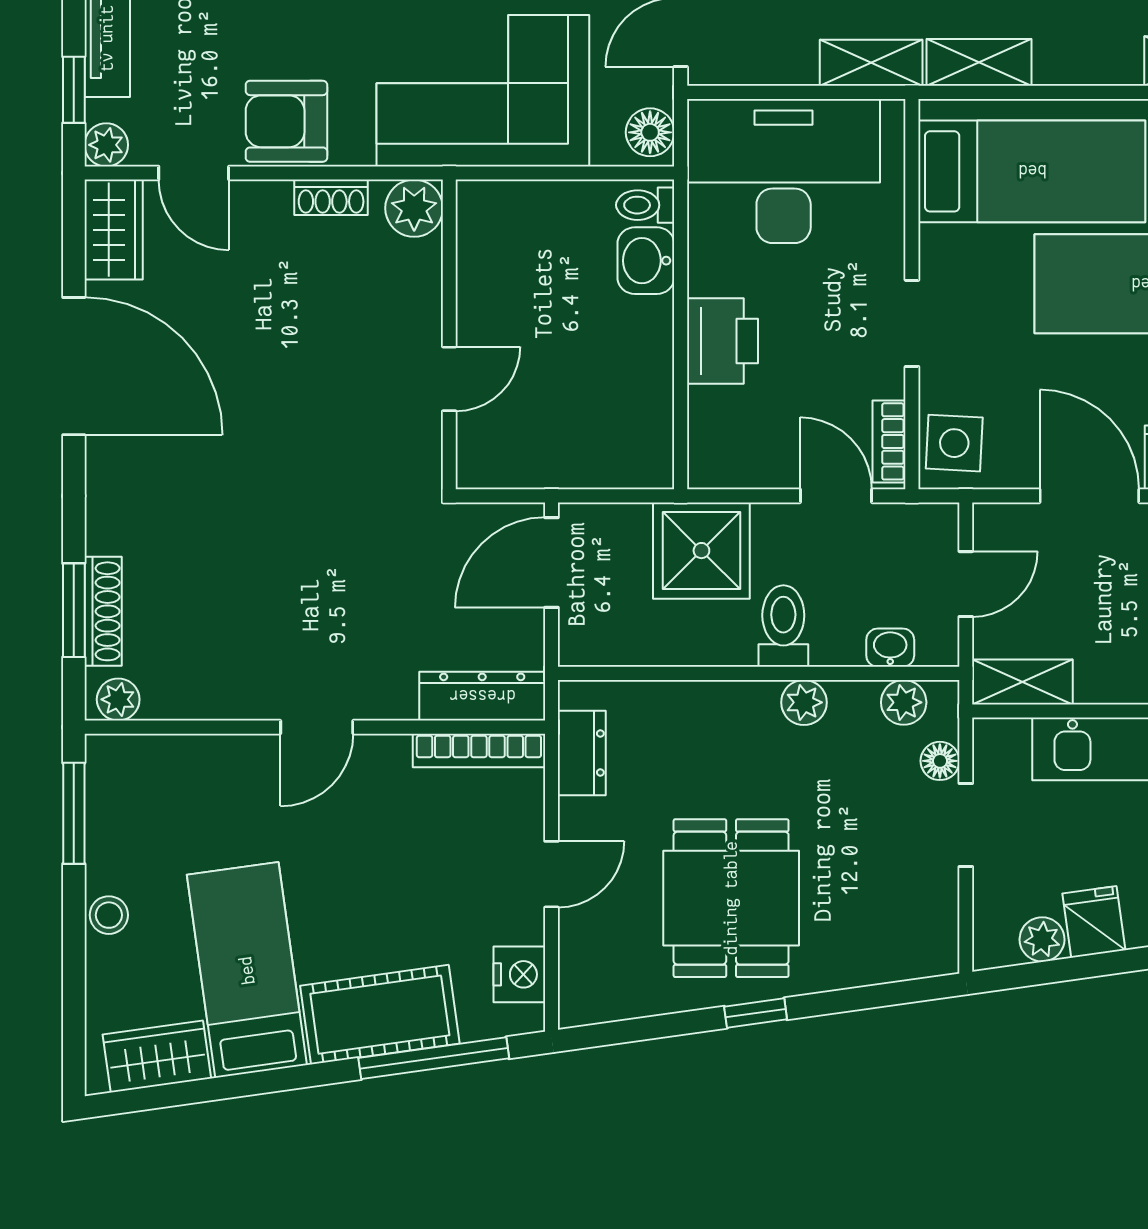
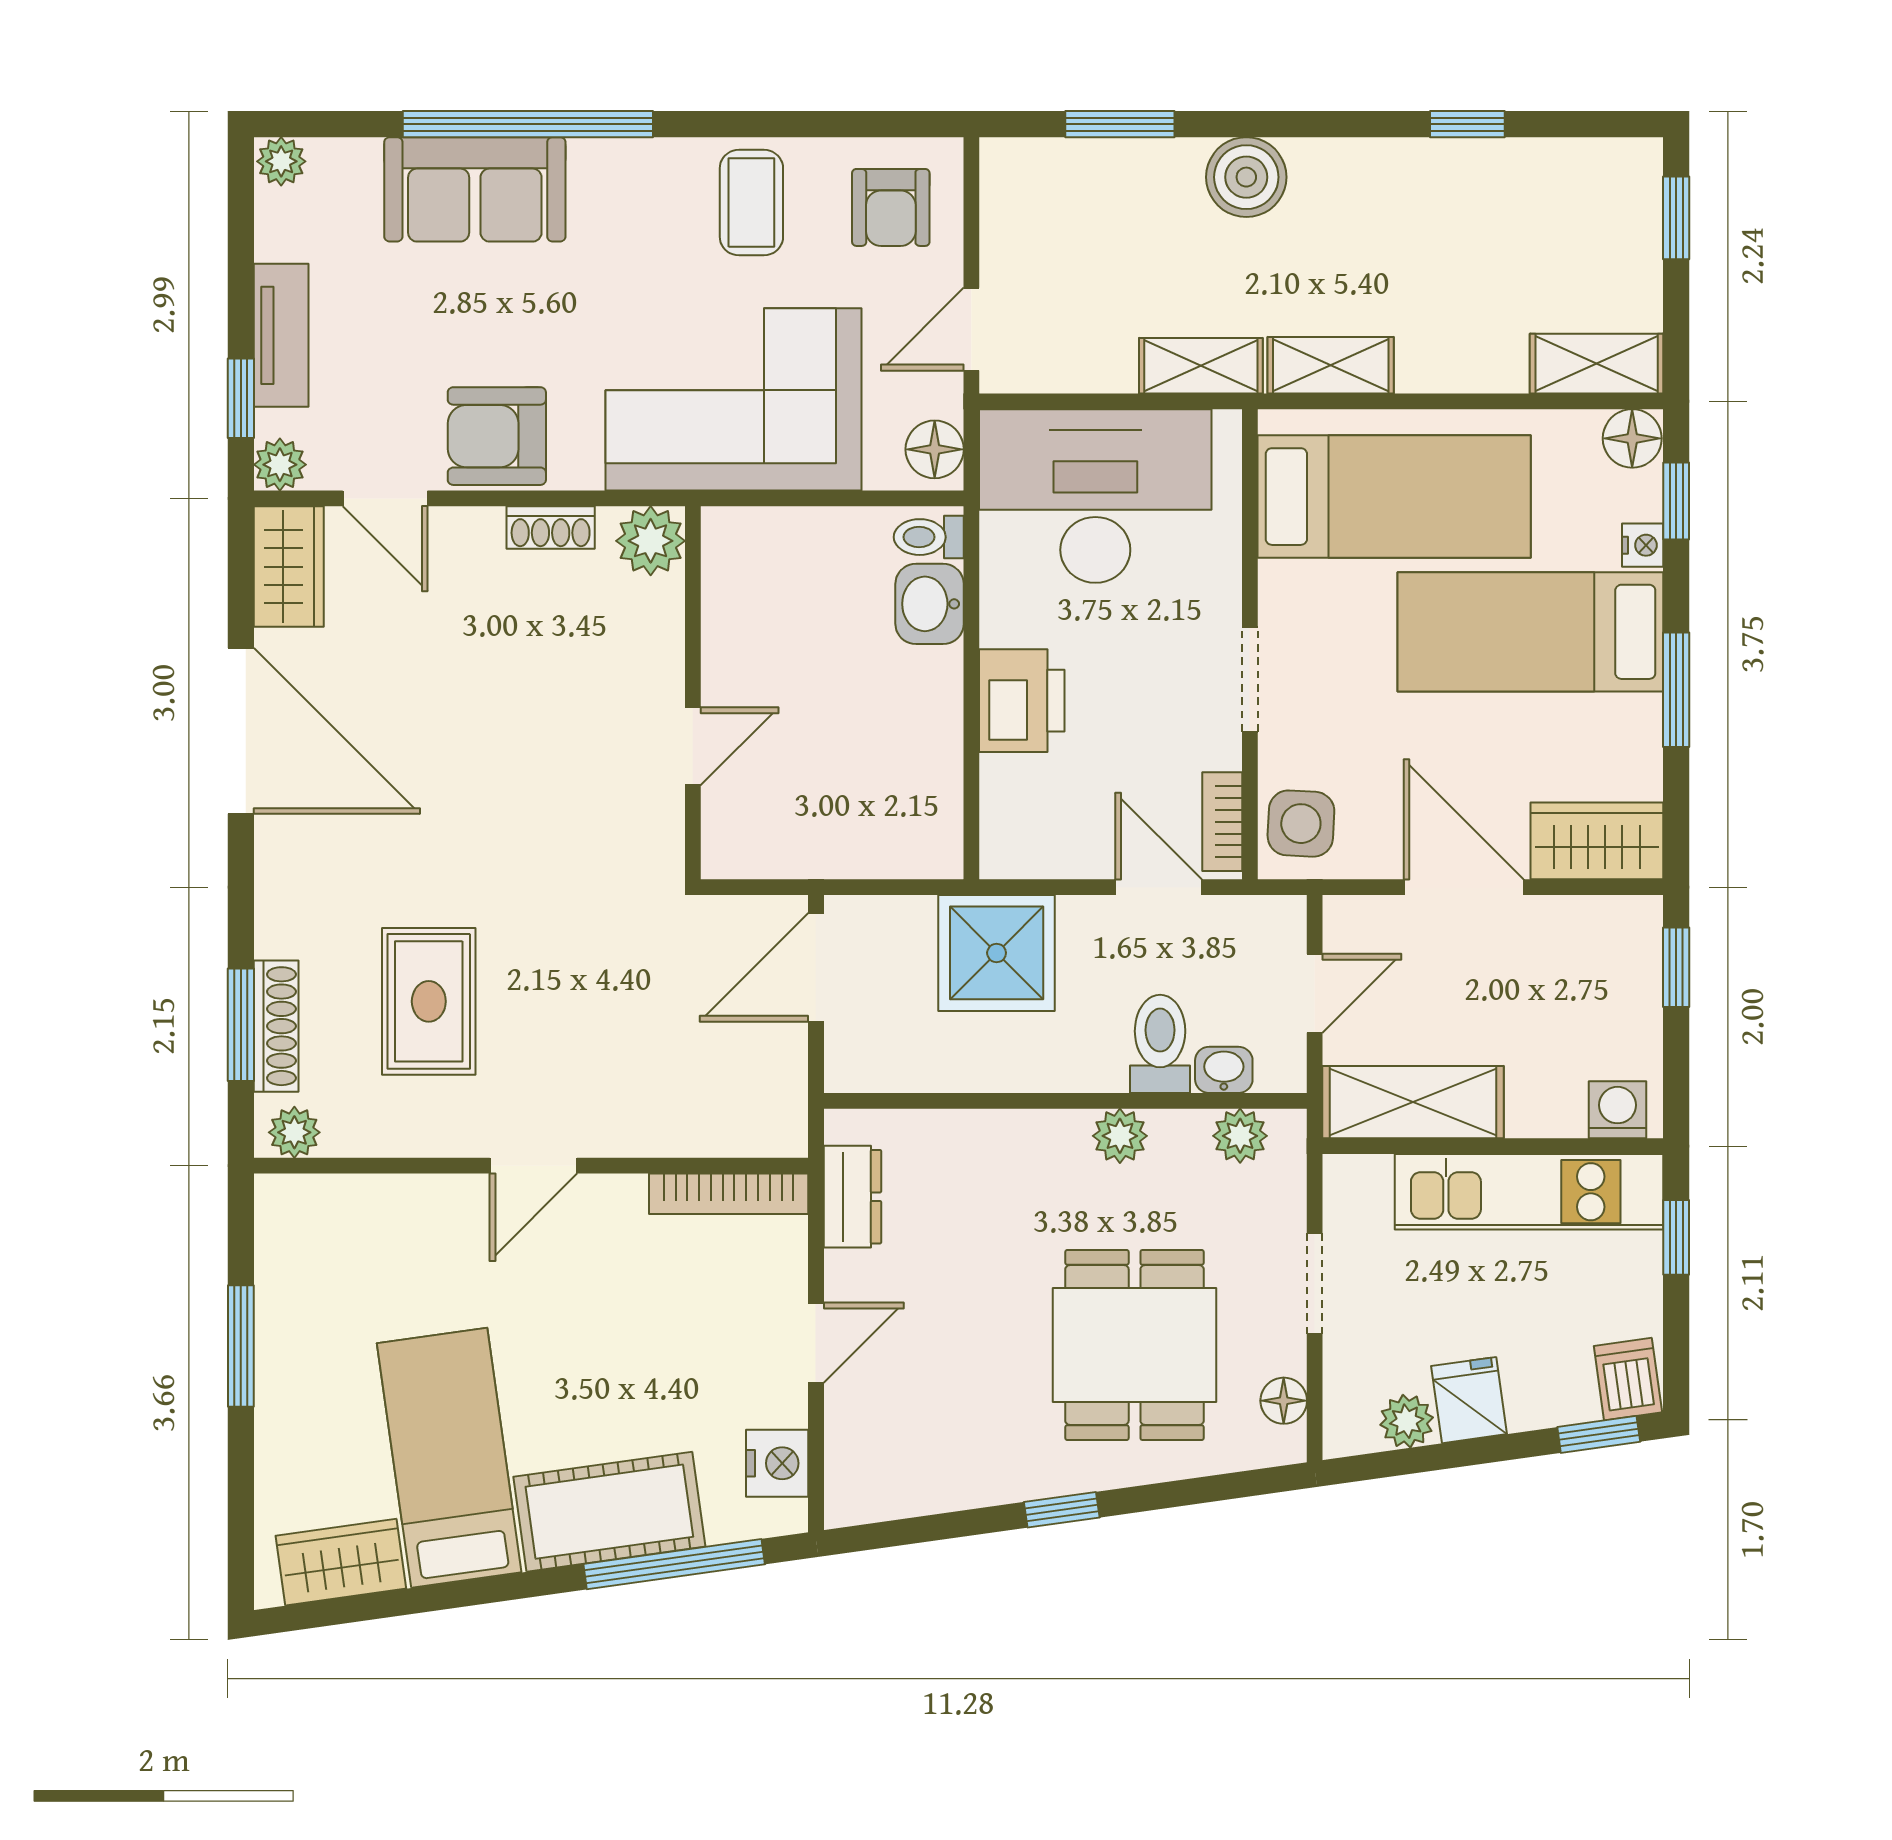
rug: (230, 591) -> (429, 1001), added
toilet: (783, 626) -> (1160, 1044), moved
shelving: (1022, 682) -> (1413, 1102), width x1.50, depth x1.33
dresser: (482, 696) -> (733, 1128), removed
floor lamp: (940, 761) -> (1284, 1401), moved
window: (74, 813) -> (241, 1346), moved
dining table: (731, 898) -> (1135, 1345), moved
stool: (109, 915) -> (283, 1392), removed

